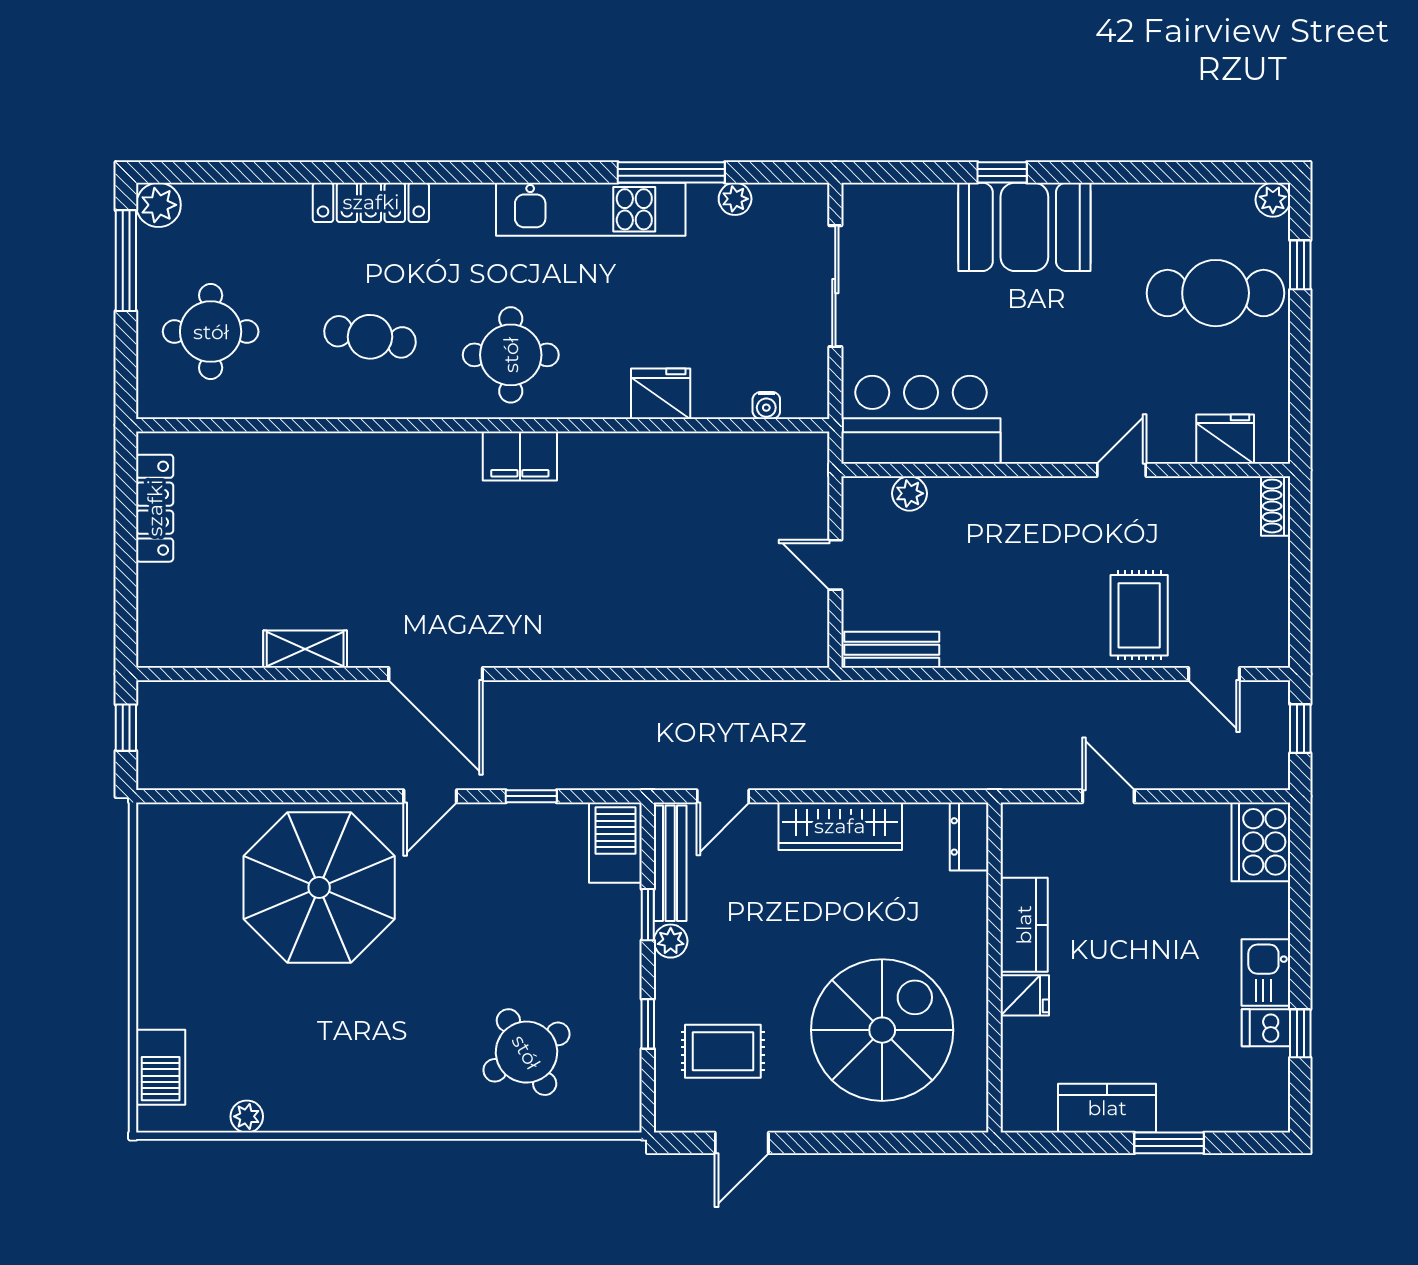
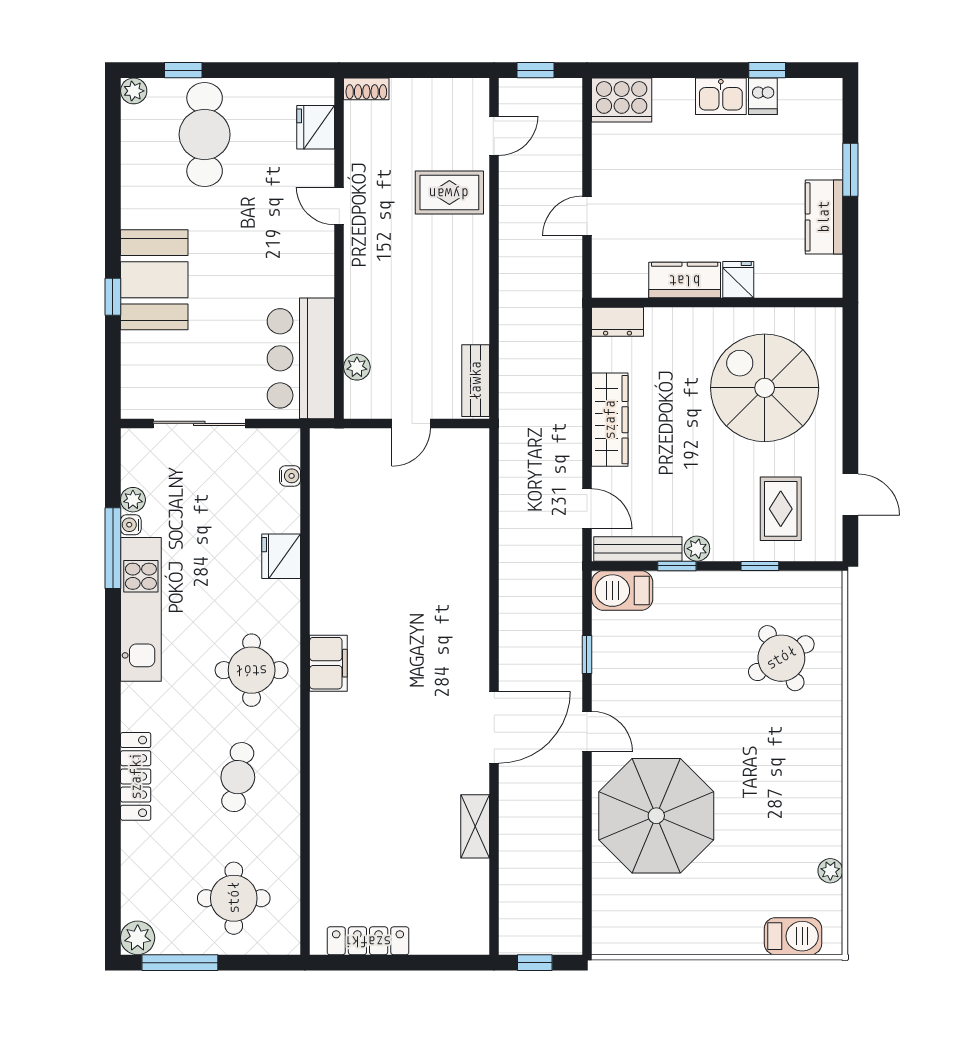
water cooler: (702, 196) -> (131, 525), added

